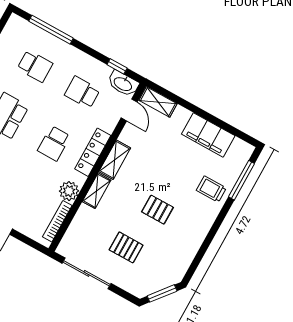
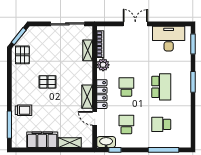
school desk: (82, 92) -> (126, 124), turned -90
shelving: (158, 102) -> (70, 143), moved
door: (129, 110) -> (95, 118), moved
shelving: (97, 191) -> (88, 50), moved
pallet: (126, 247) -> (22, 55), moved, turned 90

